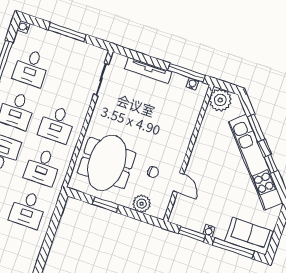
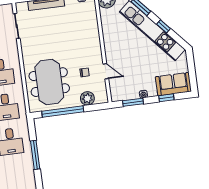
window: (106, 205) -> (63, 111), width x2.11
window: (49, 239) -> (35, 155), added
window: (233, 248) -> (166, 98), width x0.46

